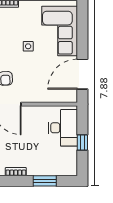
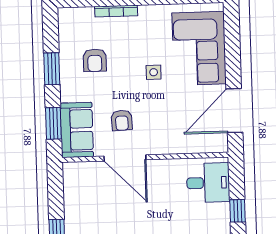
desk: (63, 128) -> (208, 183), width x0.73

